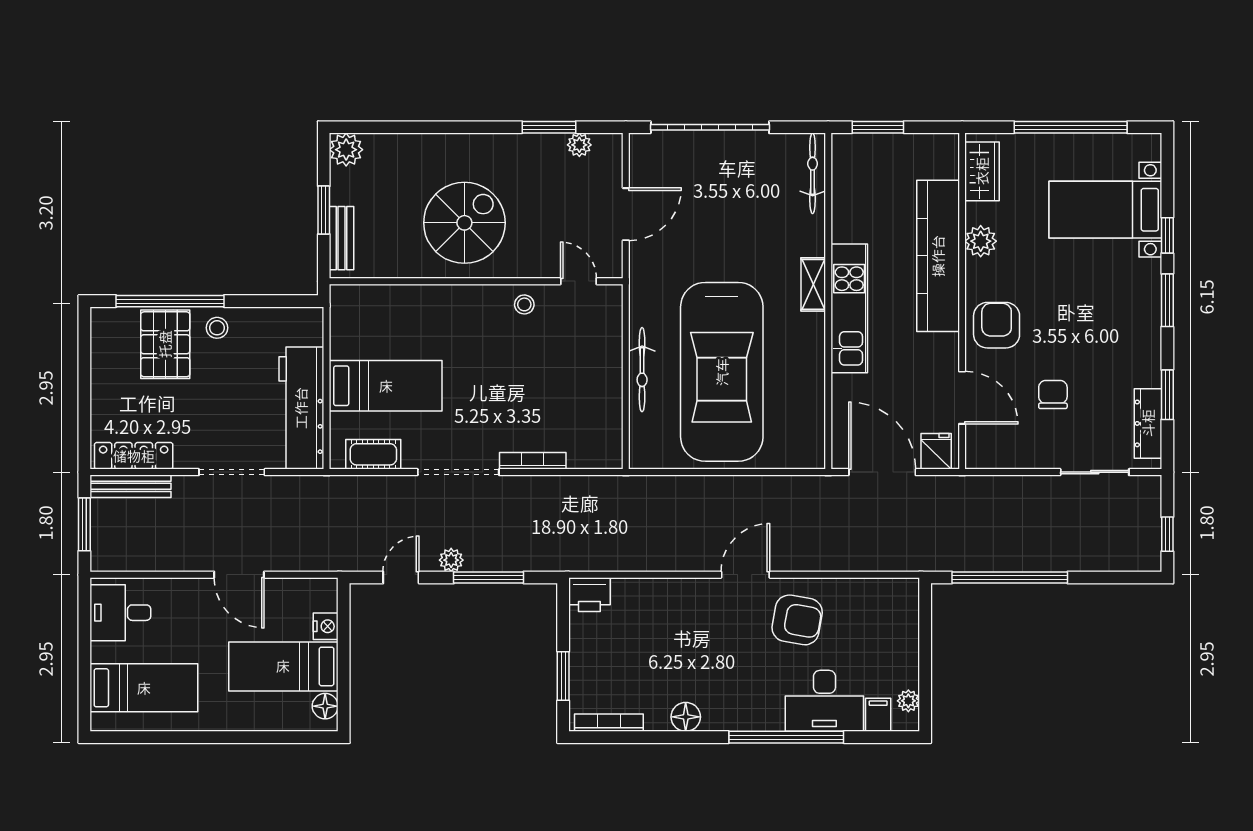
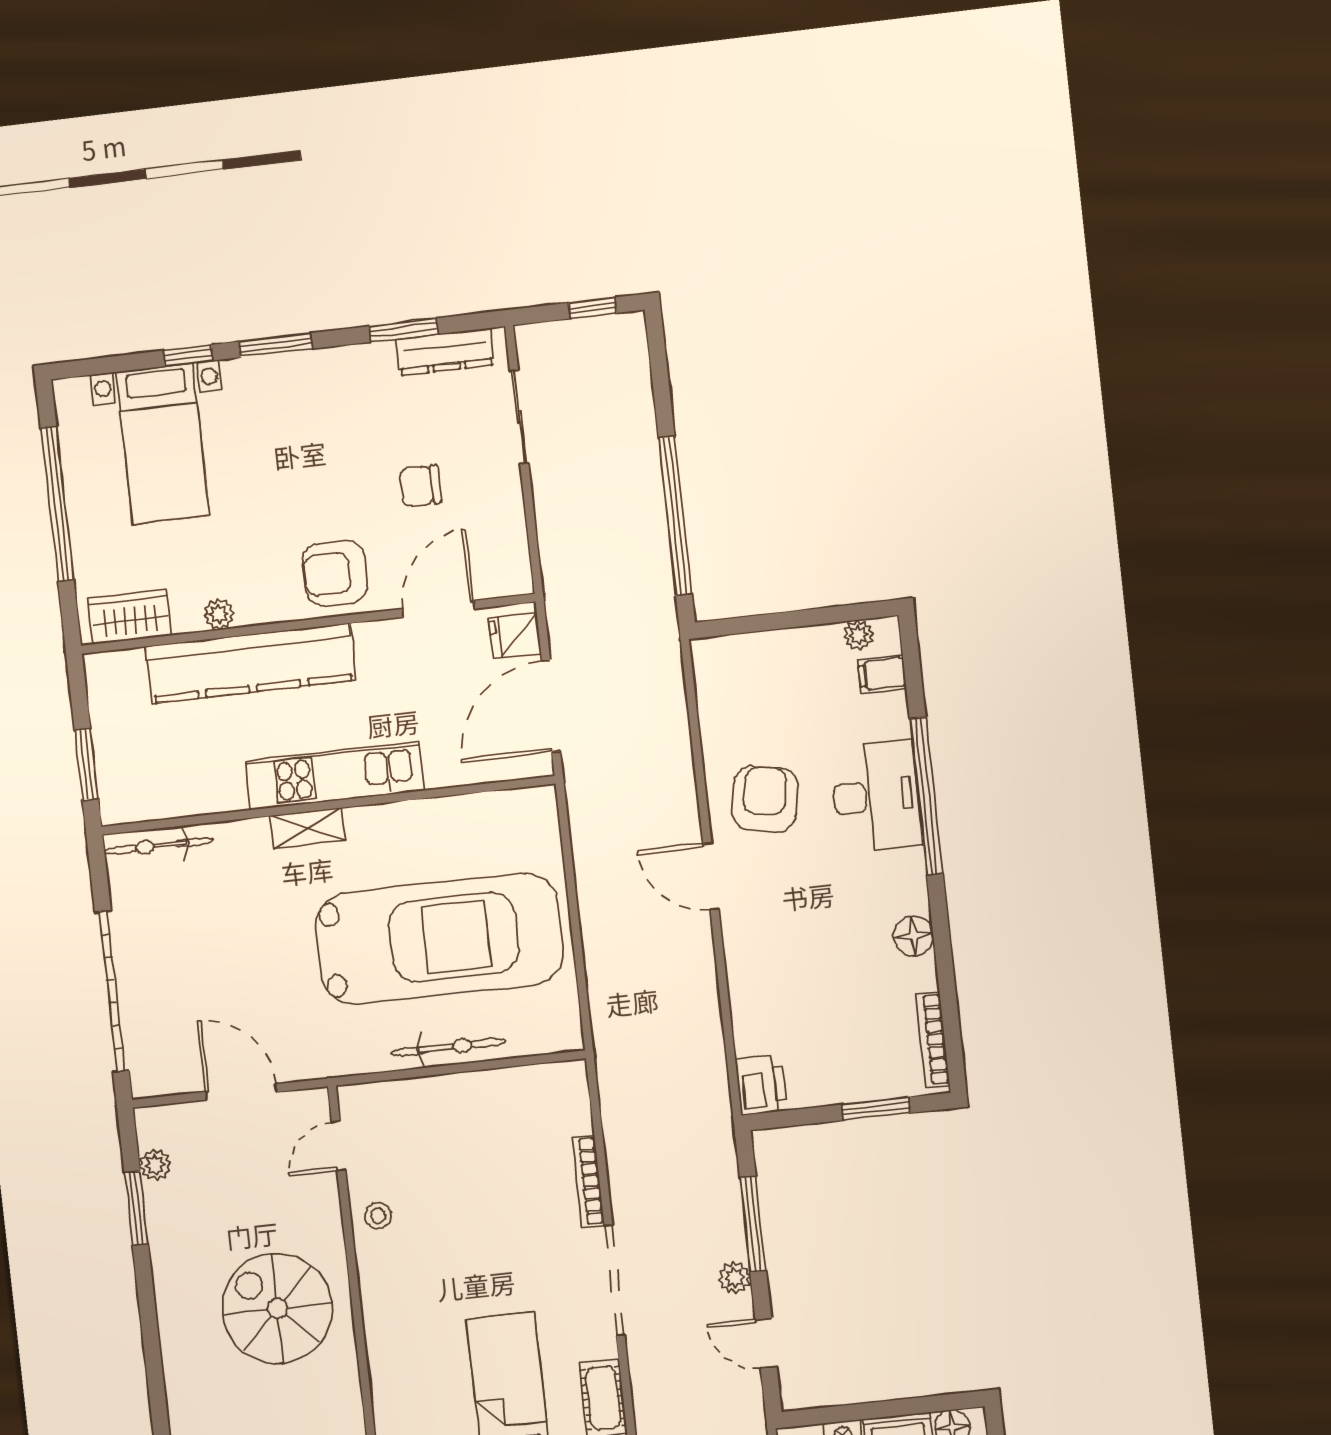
plant: (981, 241) -> (219, 614), width x0.73, depth x0.73
desk: (824, 701) -> (876, 796), moved

